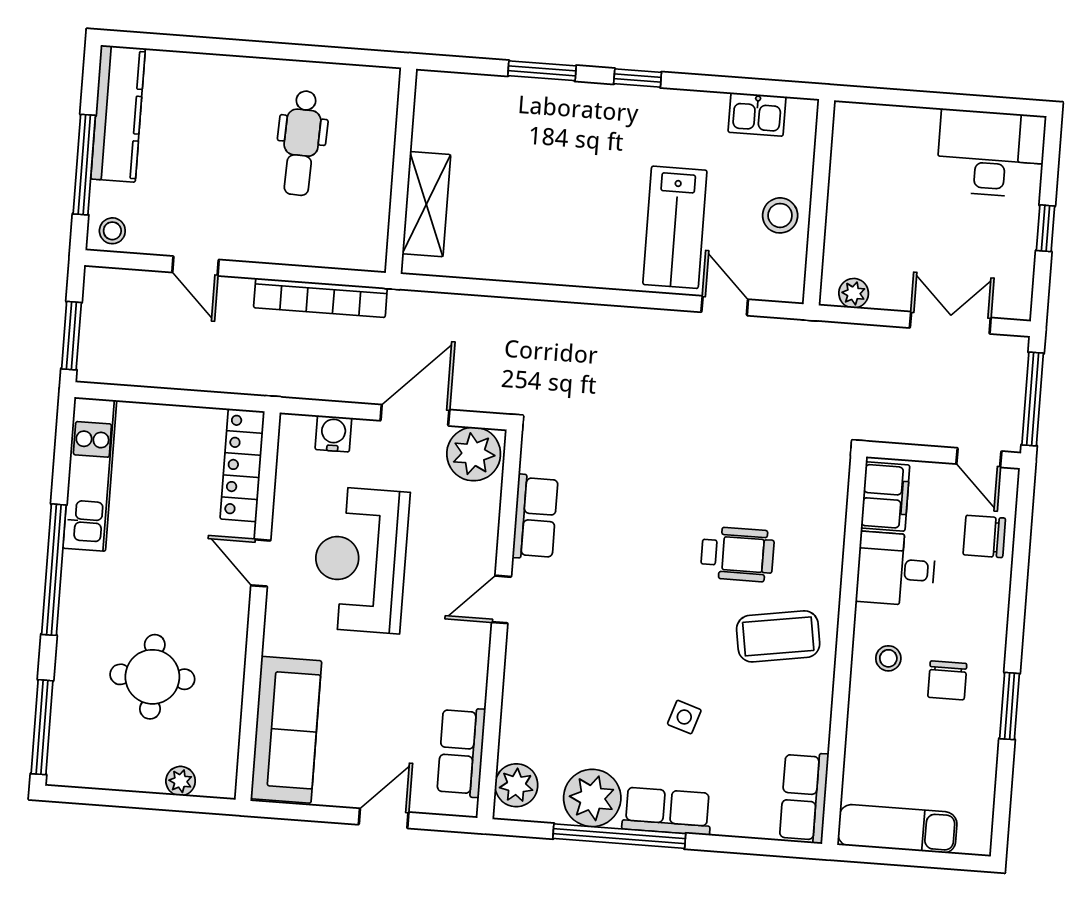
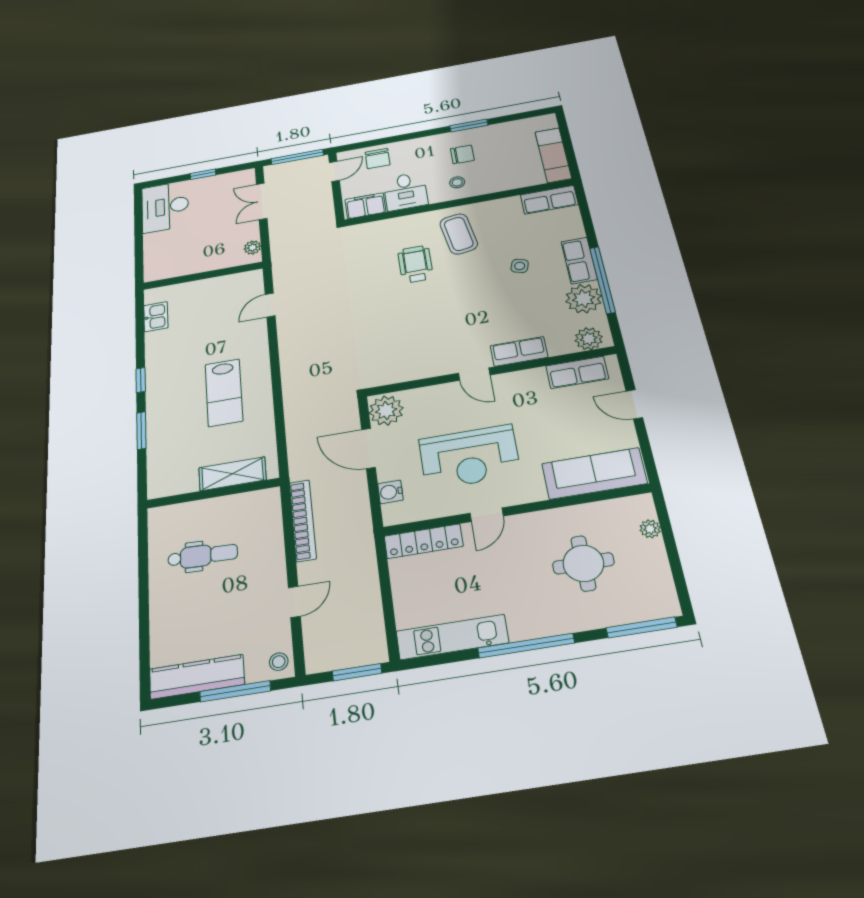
stool: (780, 215) -> (213, 292), removed
lab bench: (675, 227) -> (224, 392), moved, turned 90
row of seats: (535, 517) -> (519, 351), moved

